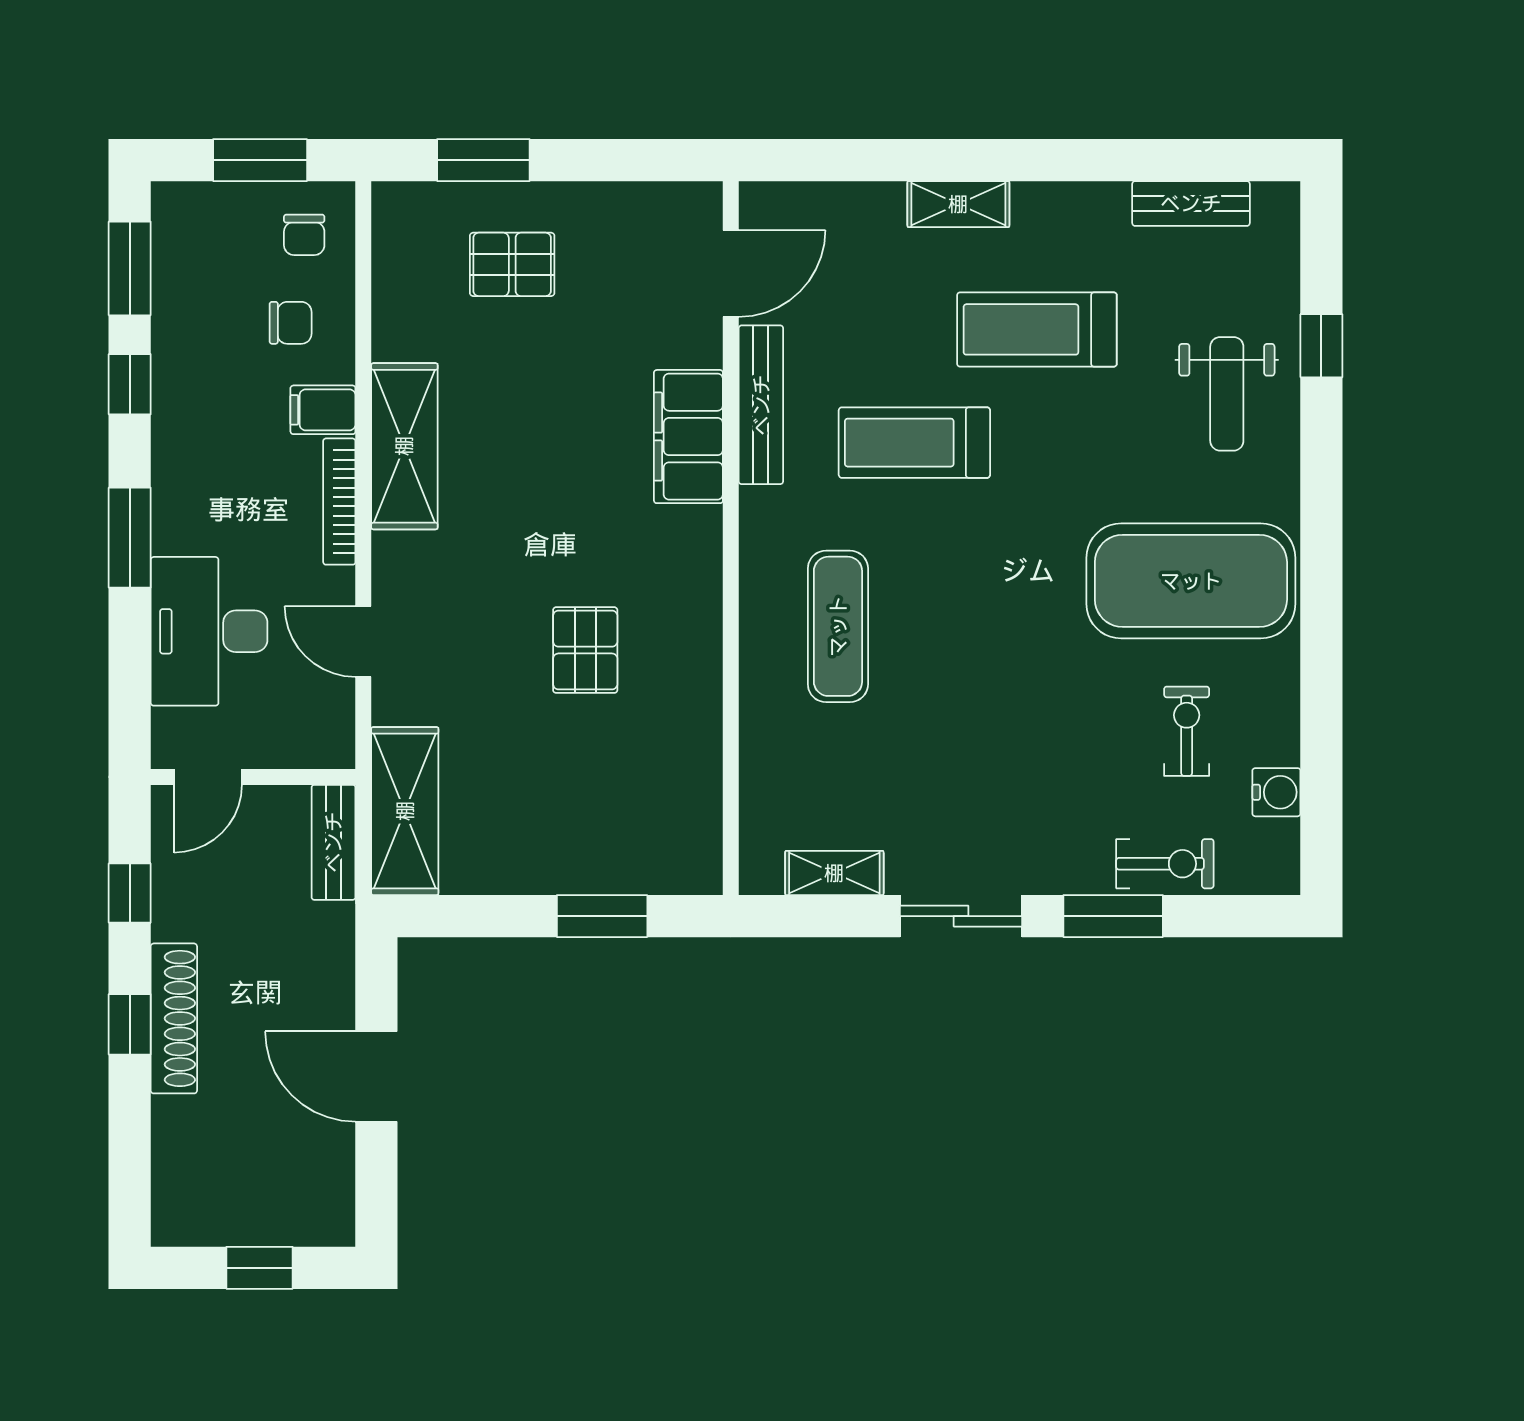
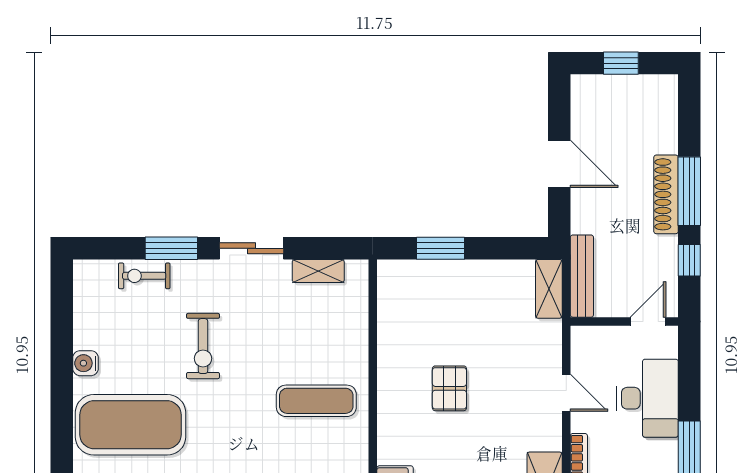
exercise mat: (838, 626) -> (316, 401), turned 90
exercise bike: (1187, 731) -> (203, 346), moved, width x1.38, depth x1.39
water cooler: (1276, 792) -> (85, 363), moved
shelving: (405, 811) -> (549, 289), width x0.67, depth x0.75
bench: (333, 842) -> (582, 276), width x1.36
window: (130, 1024) -> (689, 191), width x2.17

